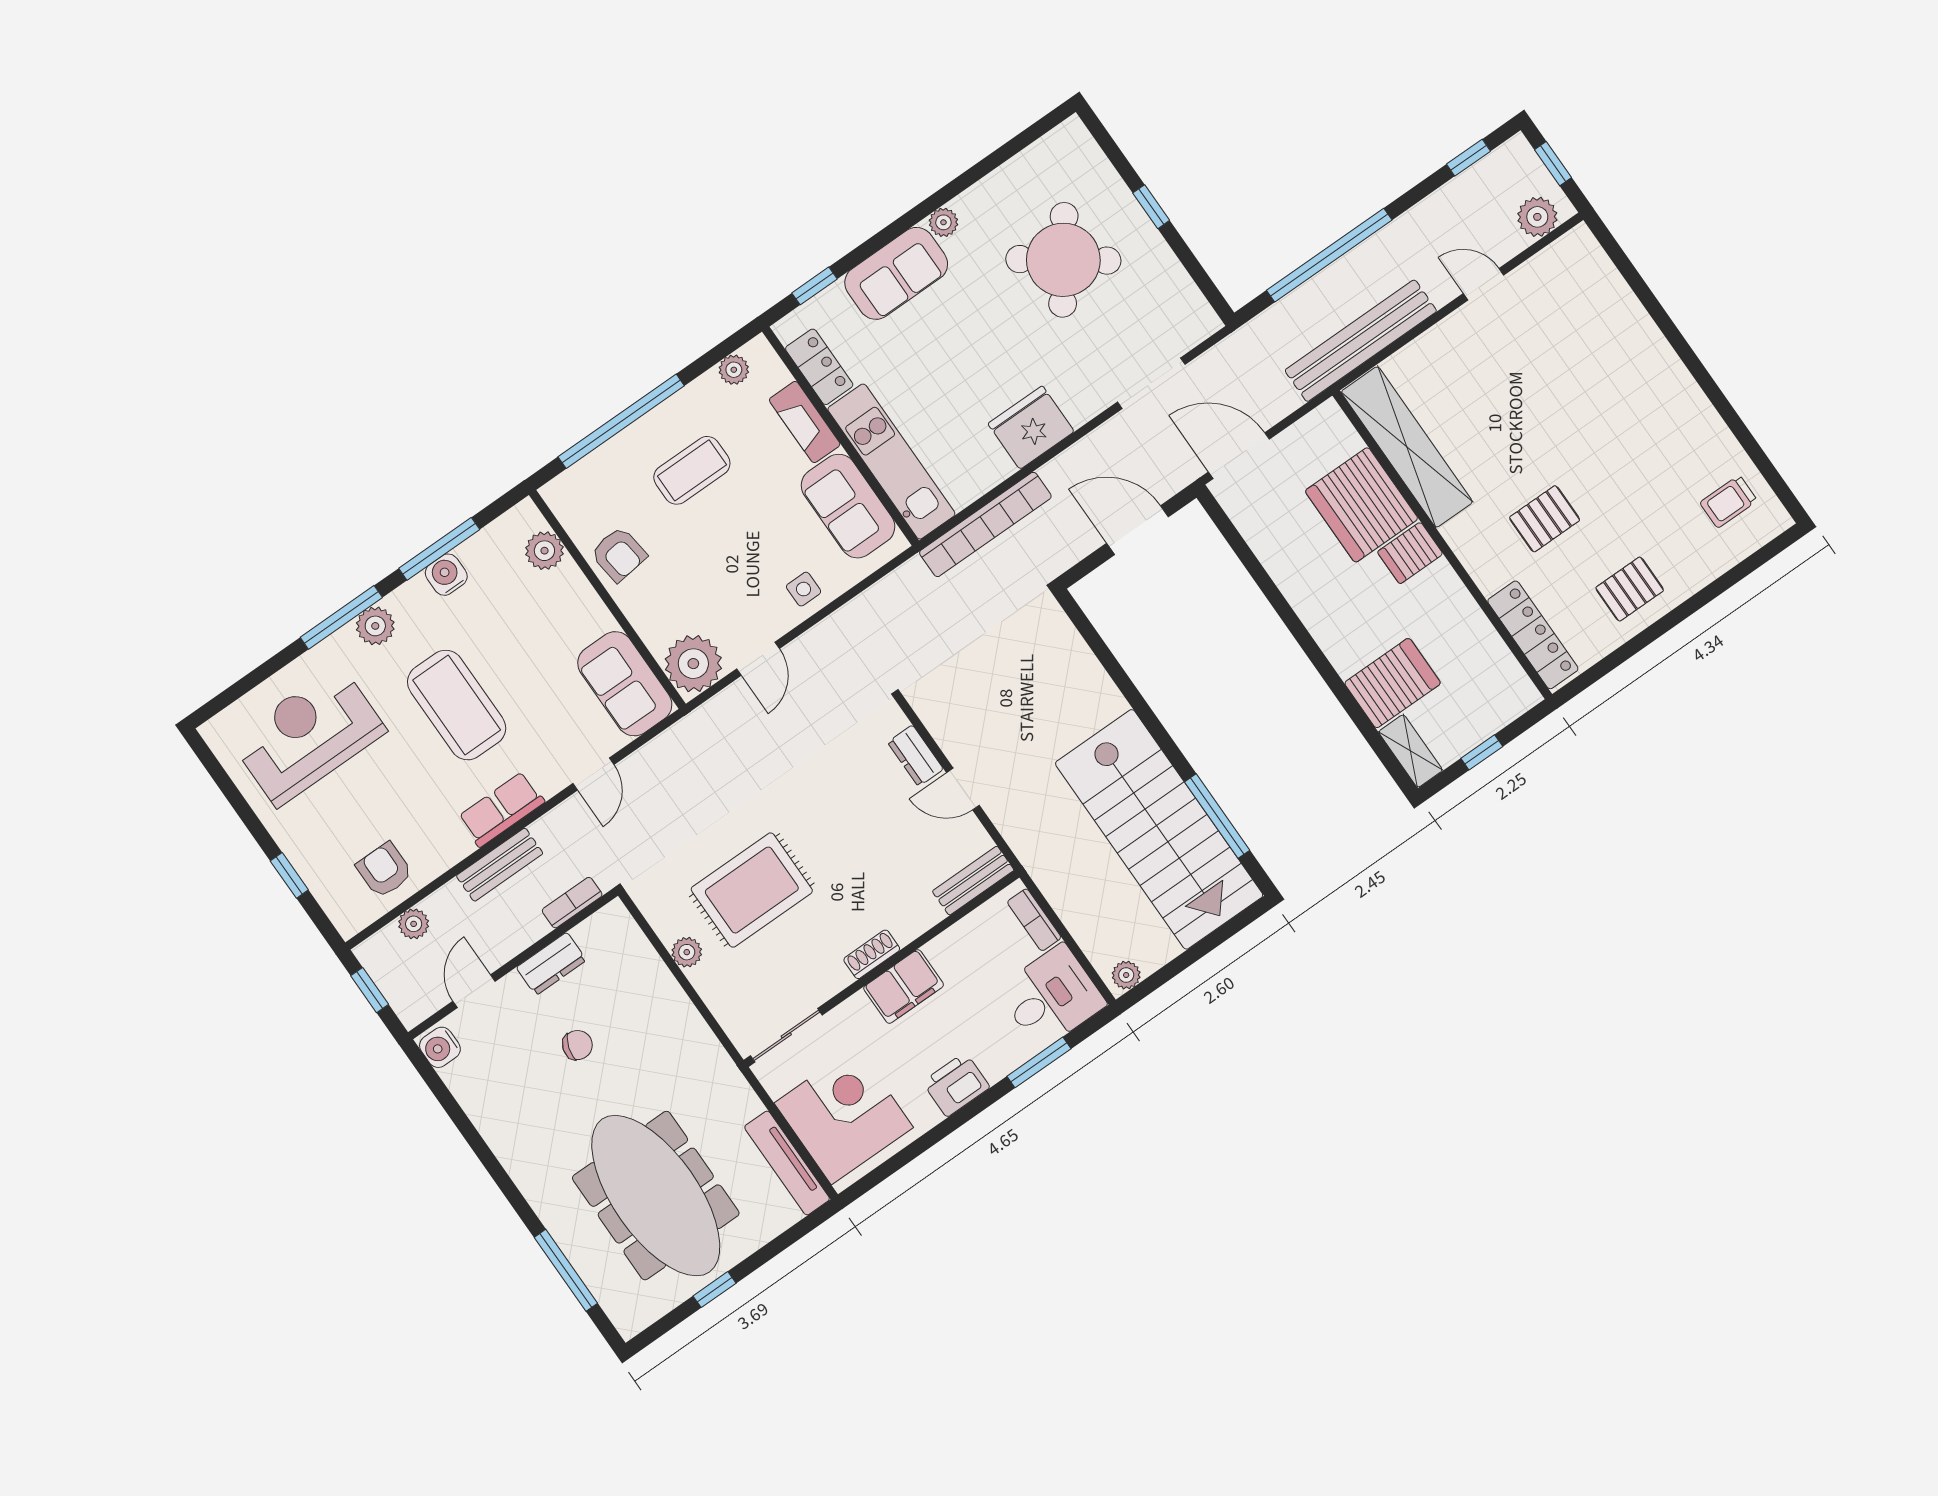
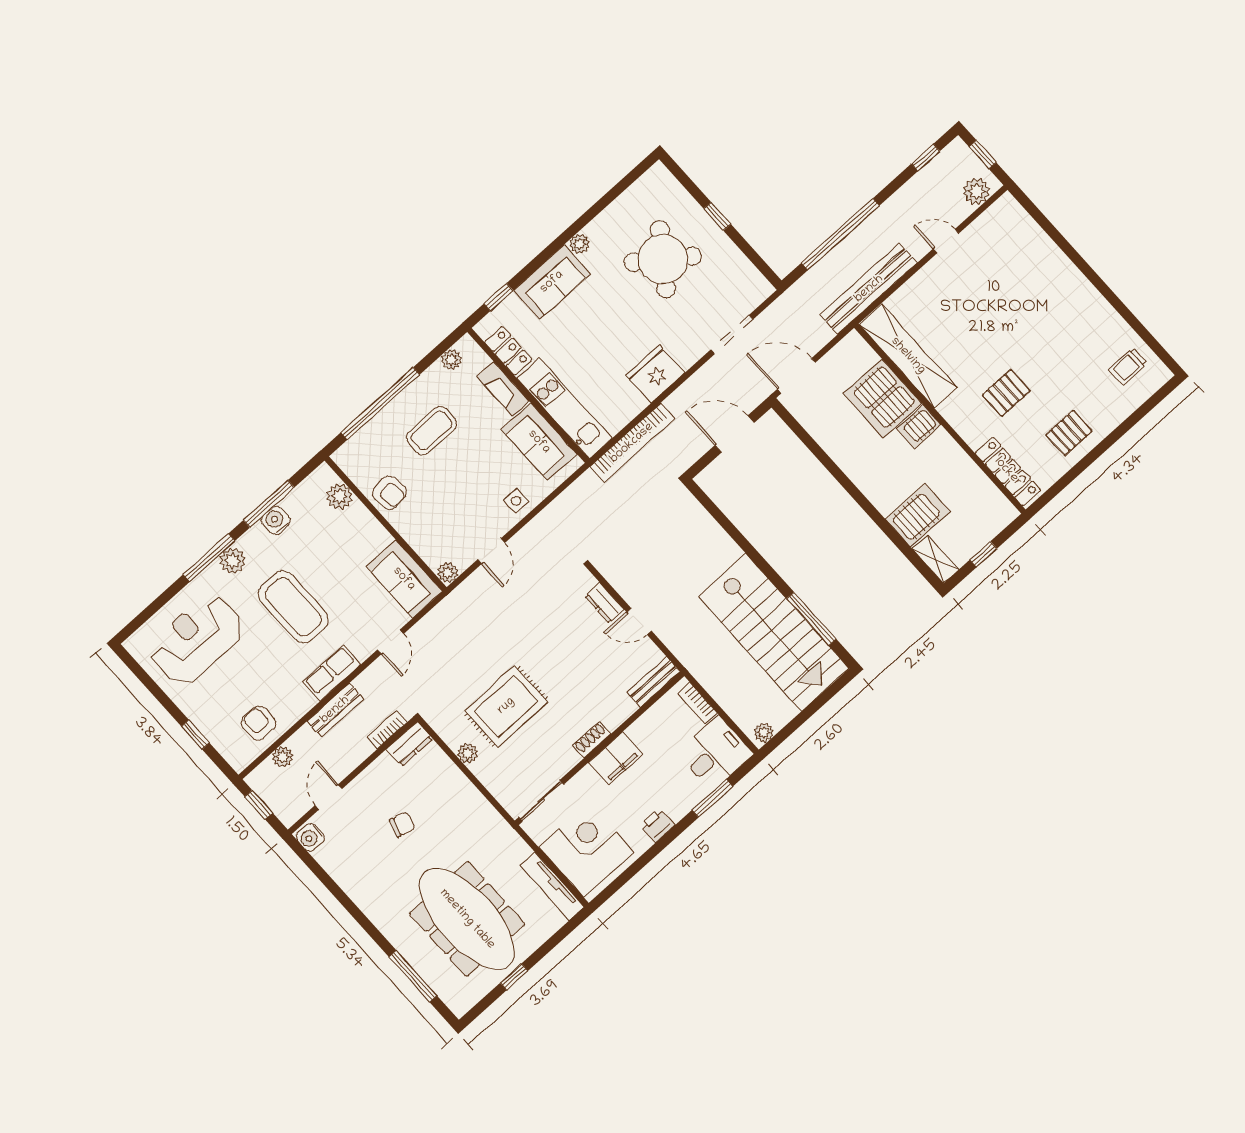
plant: (693, 664) -> (448, 572), width x0.53, depth x0.53
dresser: (551, 964) -> (409, 744), moved
printer: (956, 1085) -> (657, 825), width x0.73, depth x0.81

